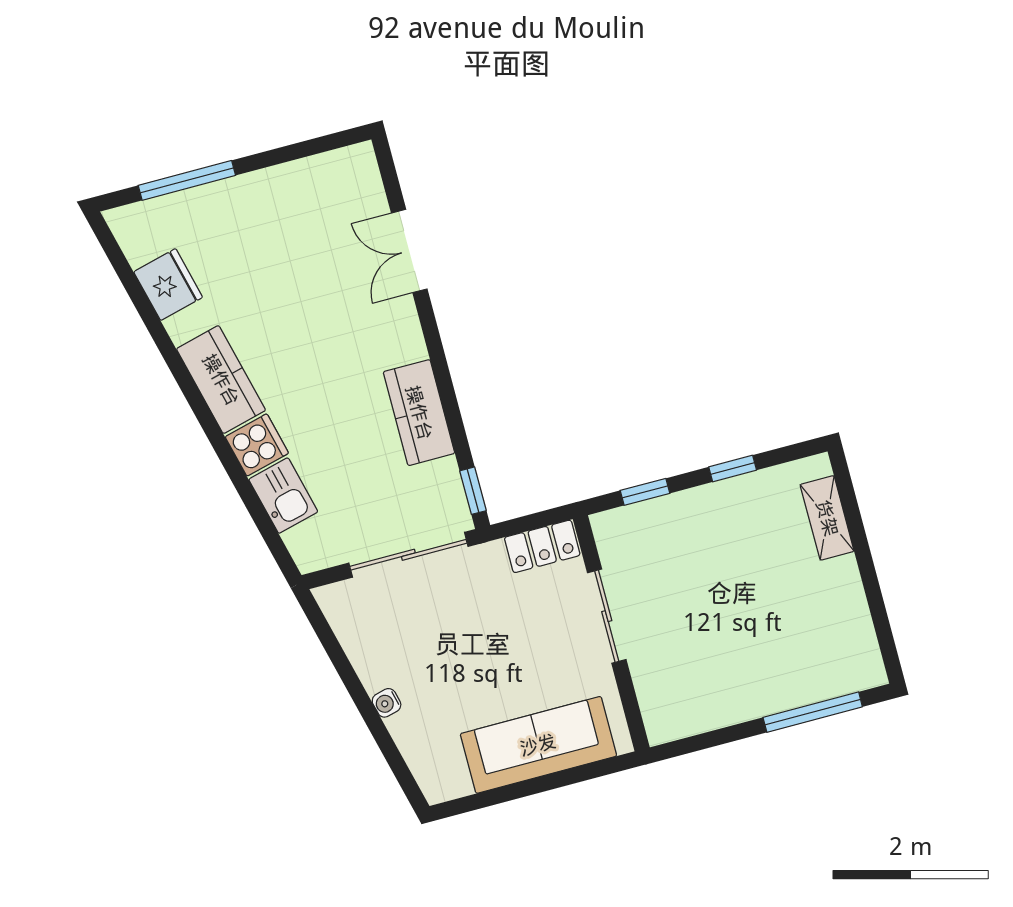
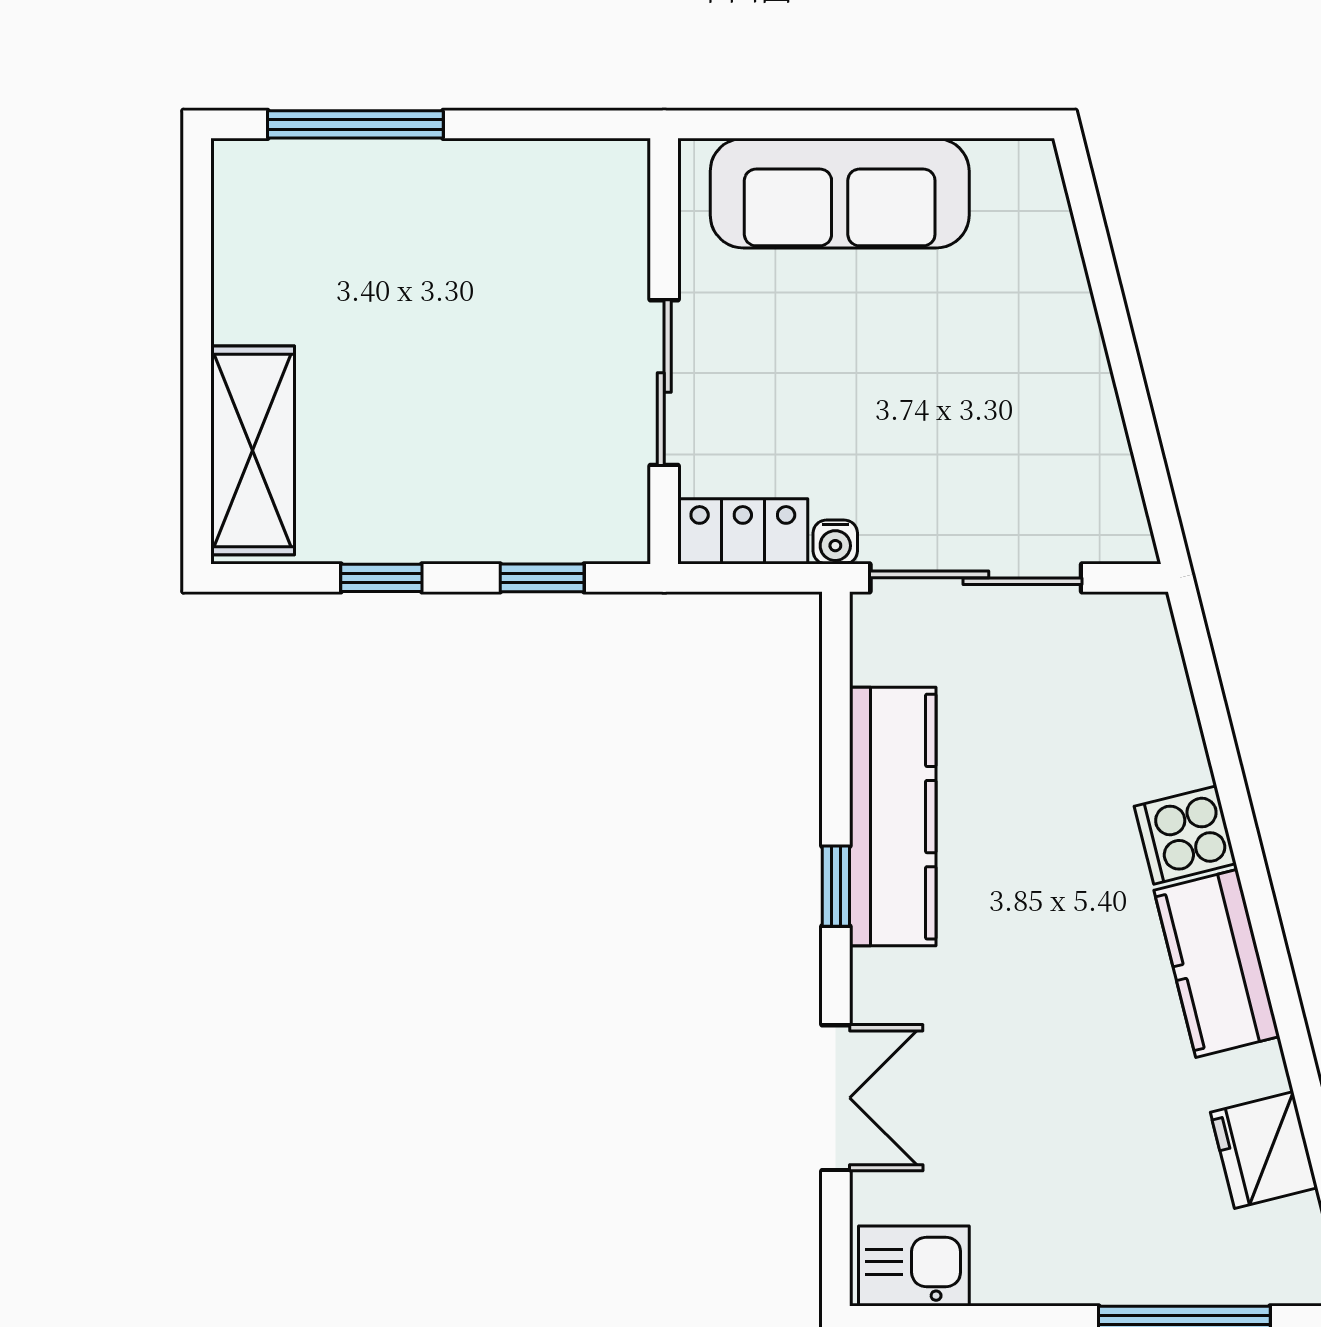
kitchen counter: (419, 413) -> (893, 817), width x1.50
window: (473, 491) -> (836, 886), moved
kitchen sink: (283, 496) -> (914, 1266), moved, turned 104
shelving: (827, 518) -> (253, 450), width x1.50, depth x1.33
water cooler: (387, 703) -> (835, 542), moved, turned 104

